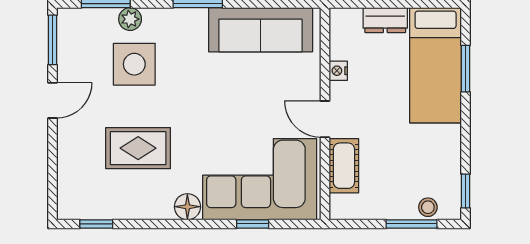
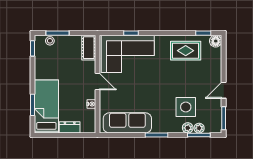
plant: (106, 19) -> (199, 128), added
rug: (138, 148) -> (186, 51), moved
cot: (344, 166) -> (89, 48), moved
floor lamp: (187, 207) -> (216, 41), moved

